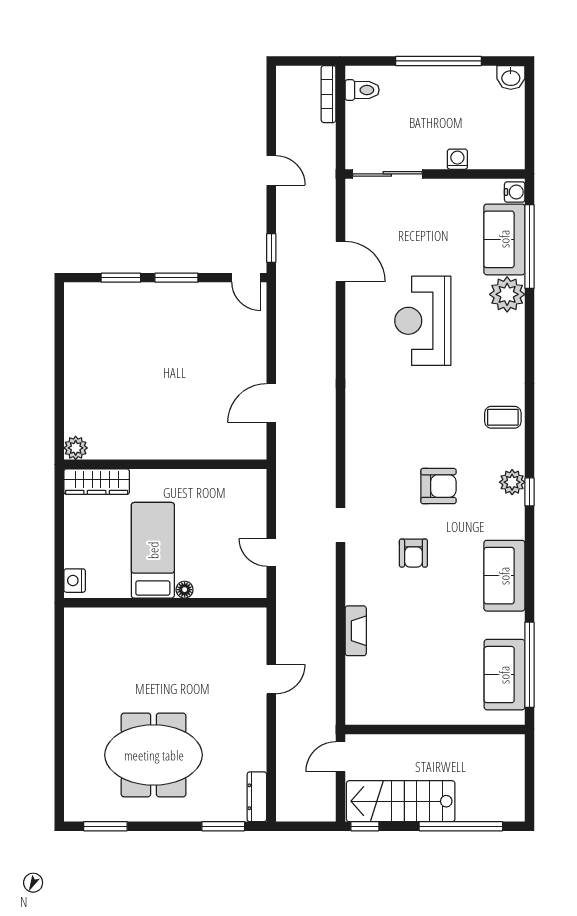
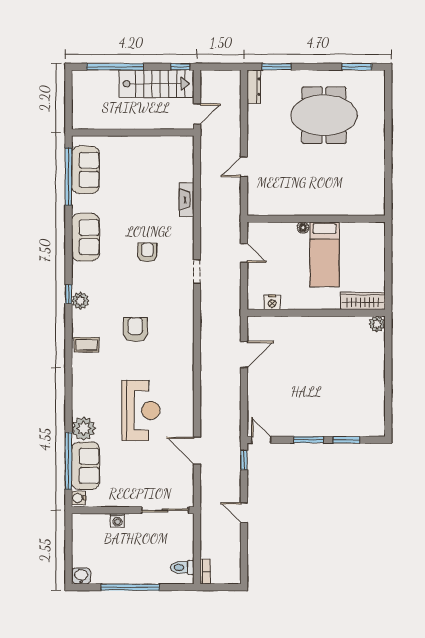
bookcase: (329, 94) -> (205, 572), width x0.64
armchair: (438, 486) -> (135, 330), moved, turned 90
nightstand: (75, 581) -> (272, 302), moved, turned 90

